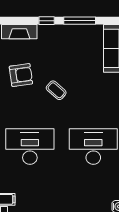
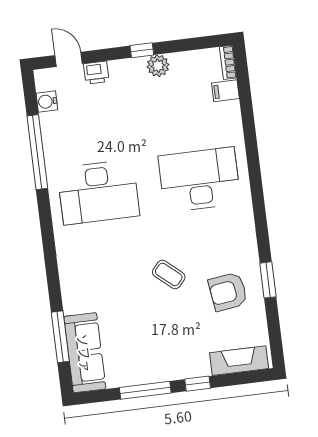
desk: (30, 147) -> (199, 180), turned 180

